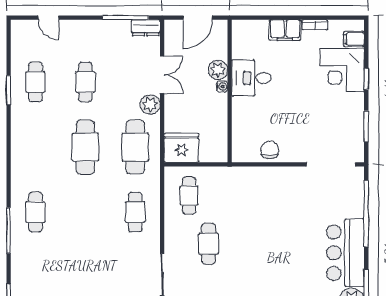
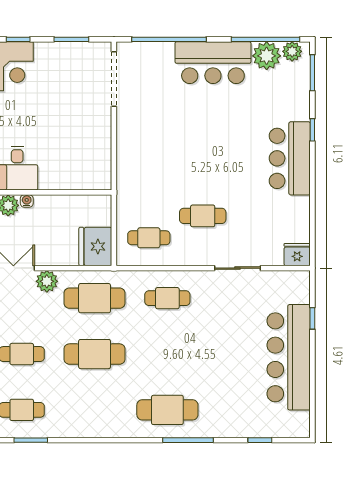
chair: (270, 150) -> (98, 147), removed
cafe table: (35, 212) -> (167, 410), width x1.37, depth x1.35

